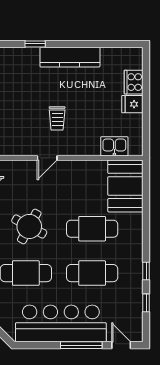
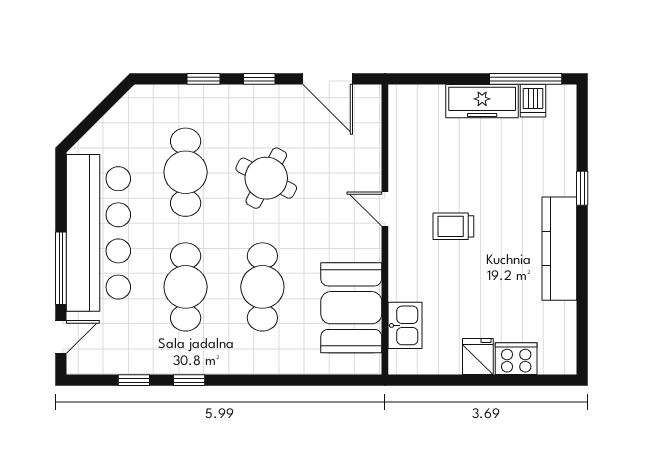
booth: (125, 186) -> (351, 308), moved, turned 90

